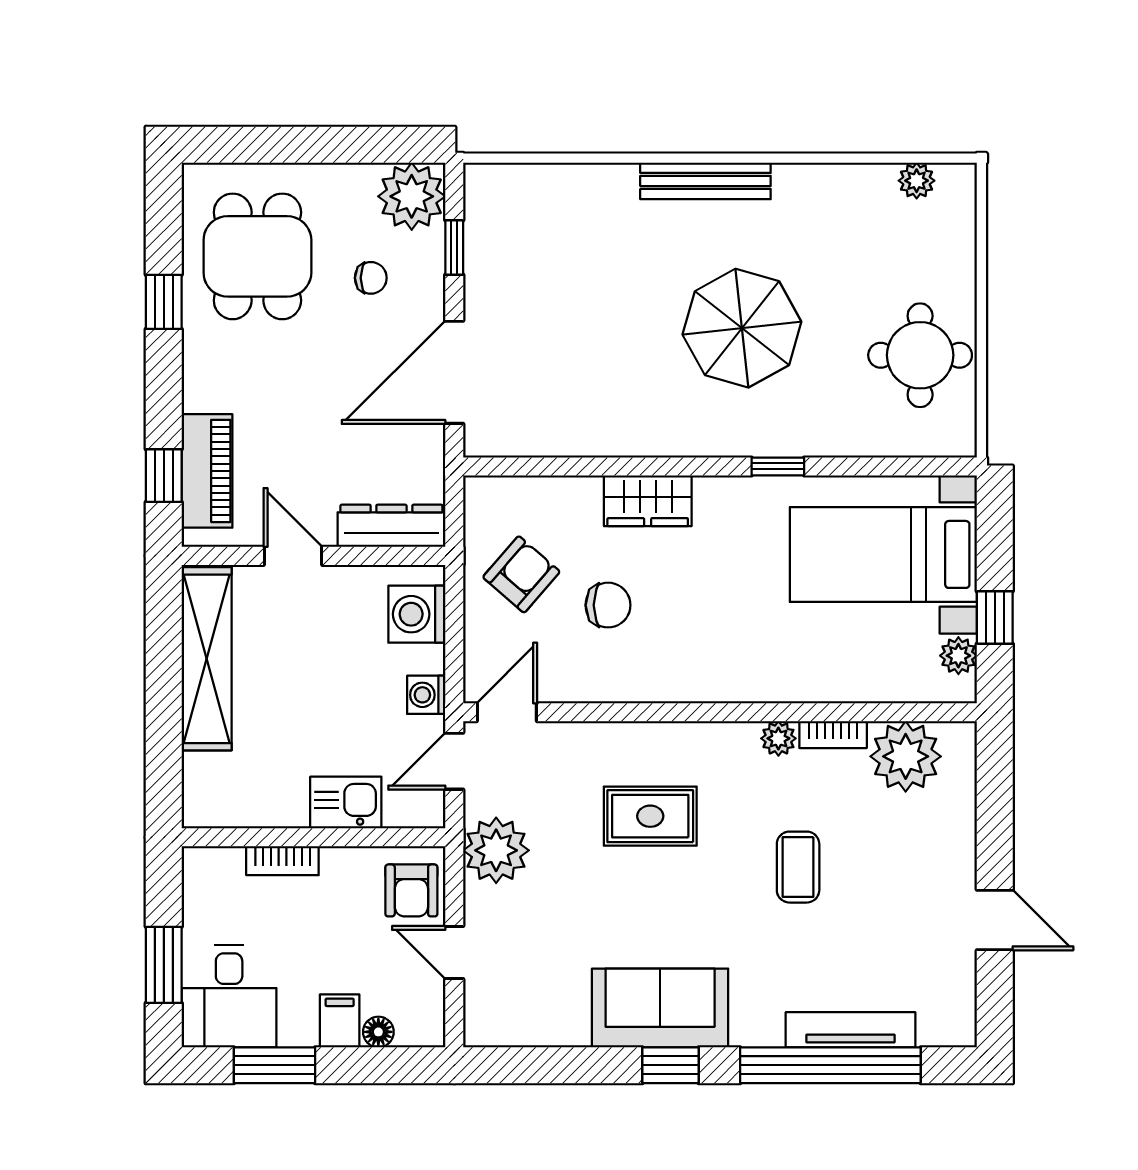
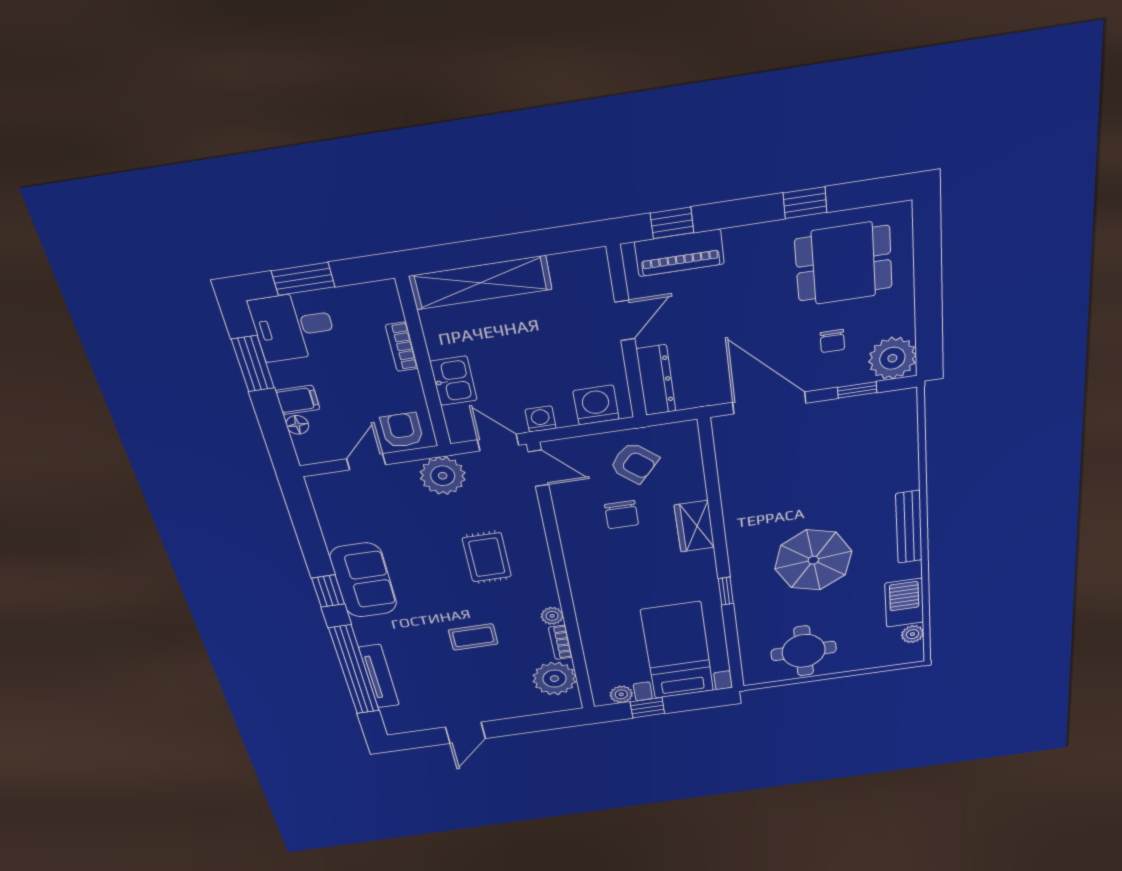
barbecue: (850, 192) -> (904, 603), added
shelving: (207, 659) -> (481, 283), moved
armchair: (411, 890) -> (402, 430), turned 90

